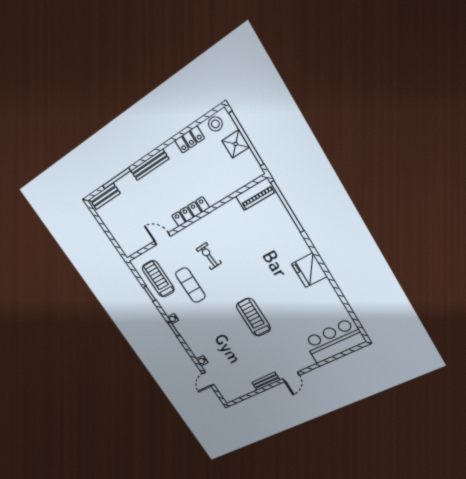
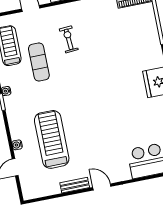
treadmill: (253, 317) -> (52, 139), moved, width x1.37, depth x1.38
door: (291, 377) -> (102, 187), swing flipped

